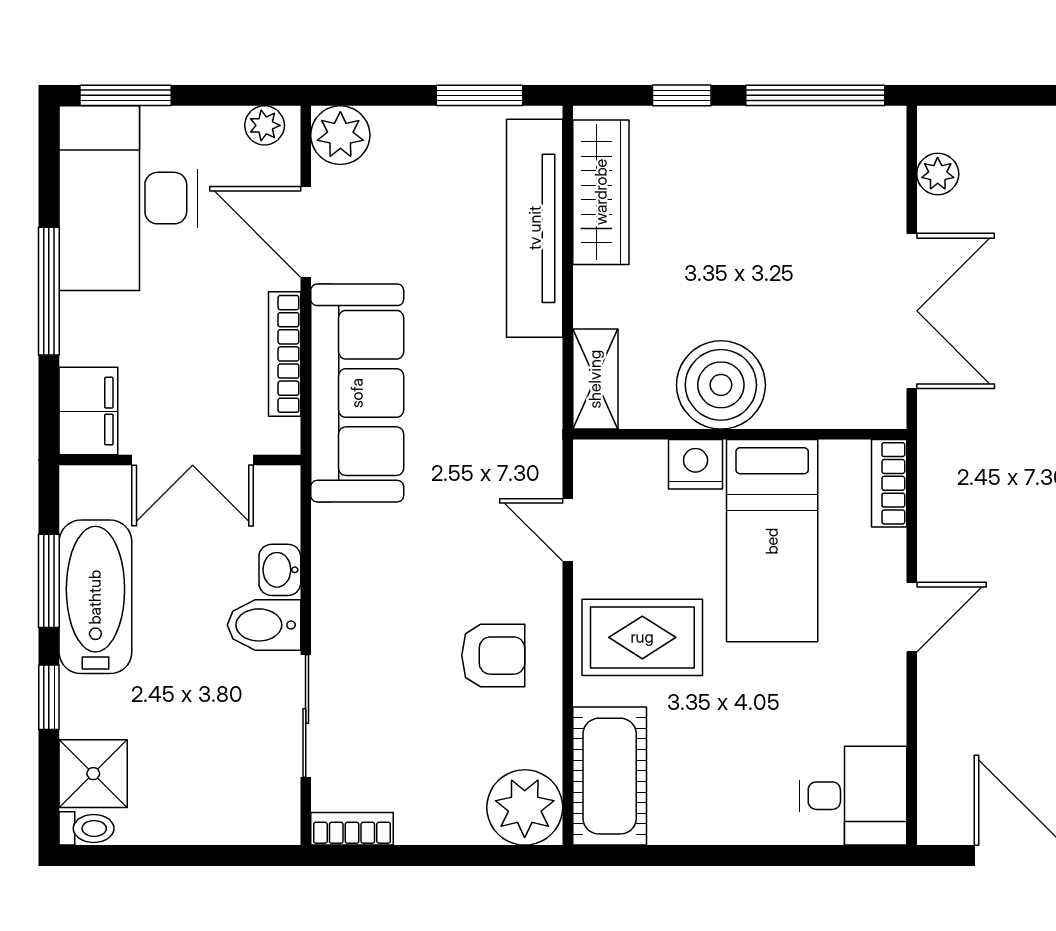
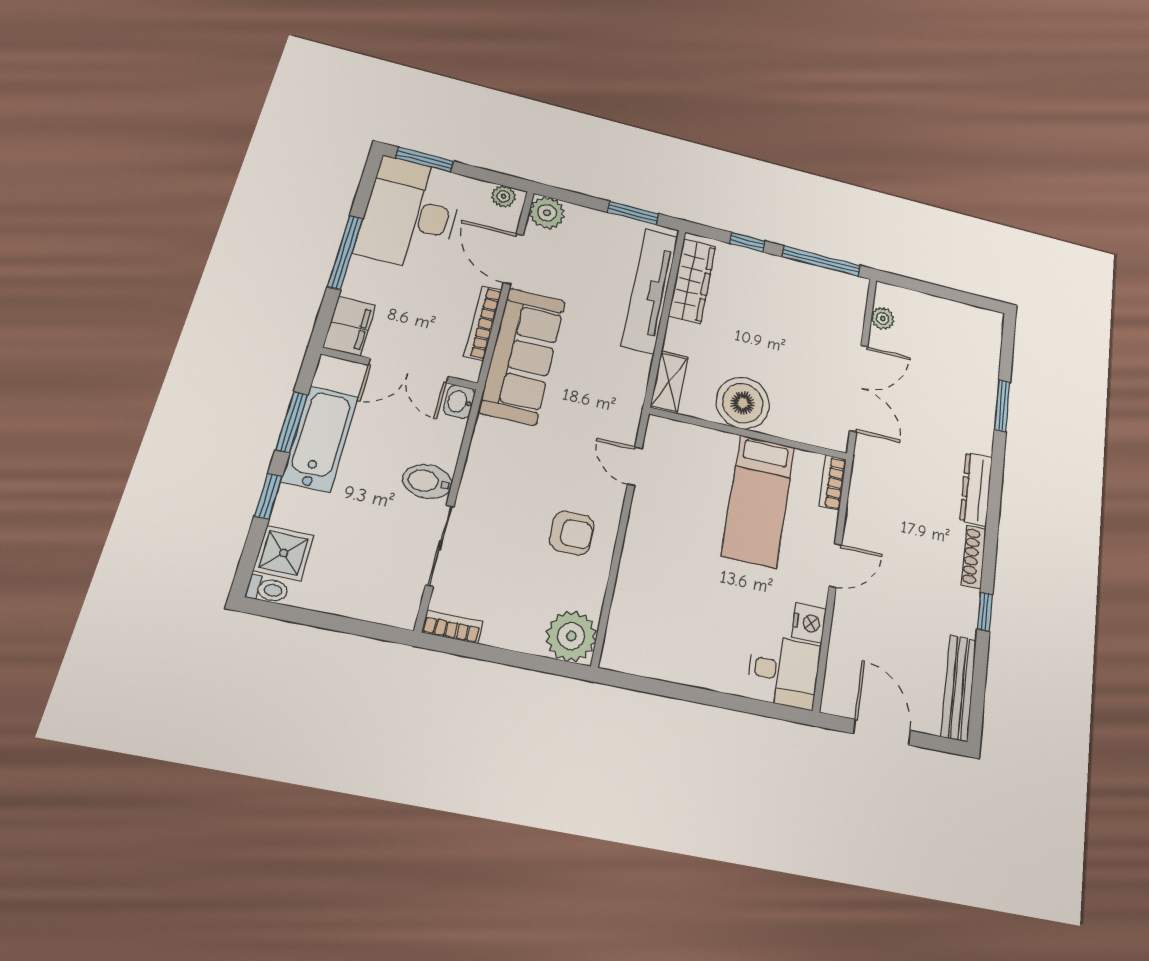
nightstand: (696, 464) -> (809, 623), moved, turned 90
washbasin: (280, 570) -> (459, 402), moved
rug: (642, 637) -> (668, 542), removed
cot: (610, 776) -> (631, 627), removed

